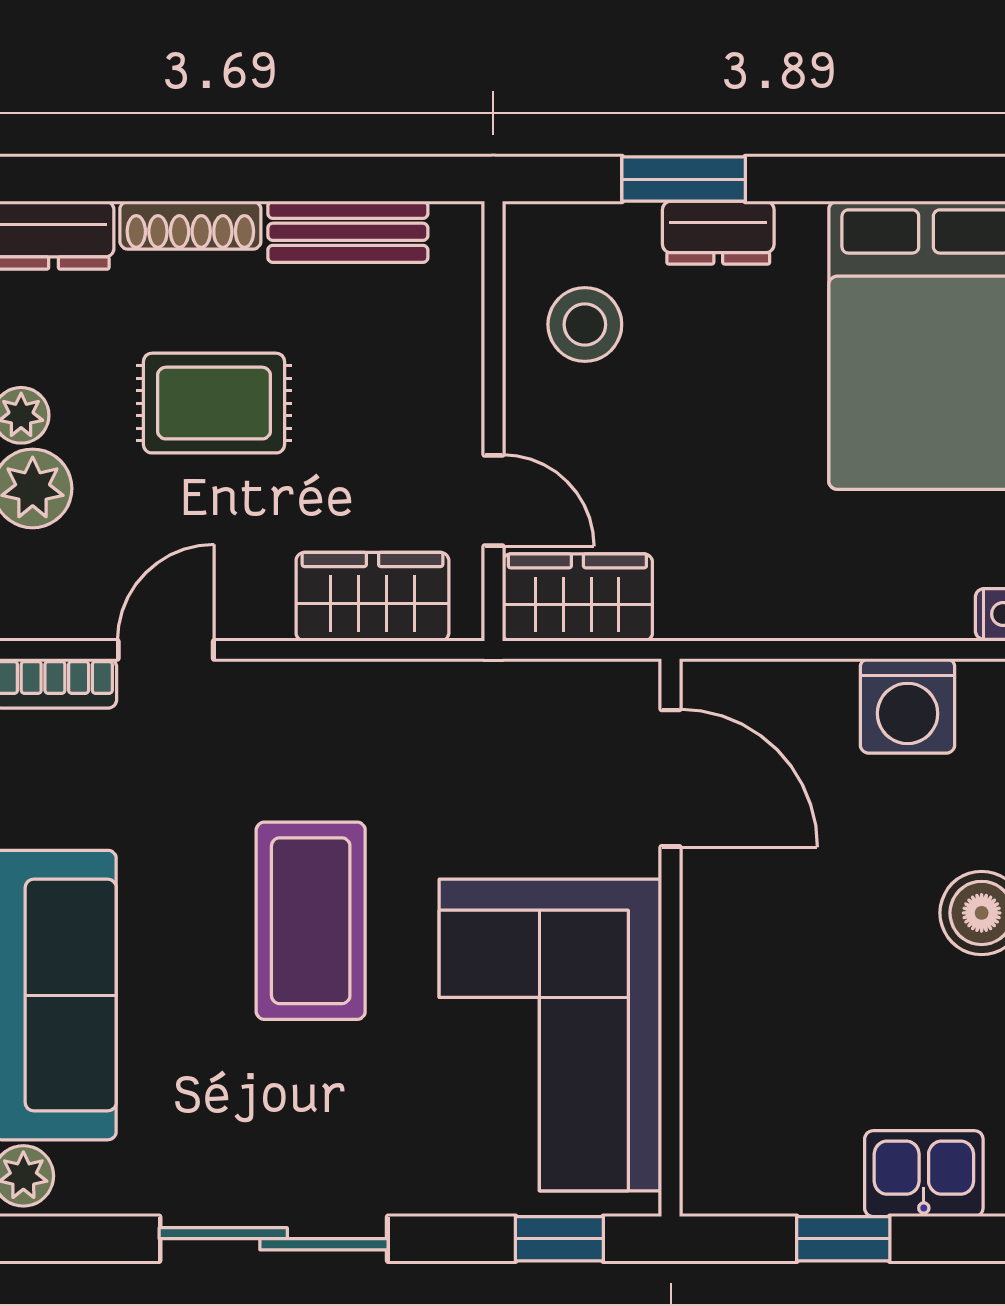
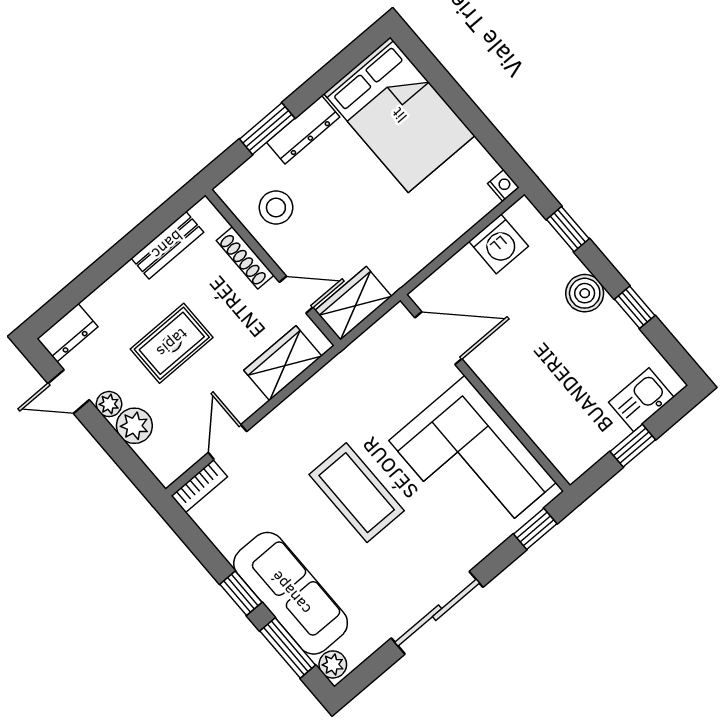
shoe rack: (190, 225) -> (245, 258), moved, turned 90
dresser: (718, 233) -> (303, 130), width x1.44

